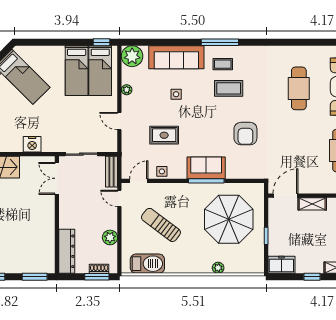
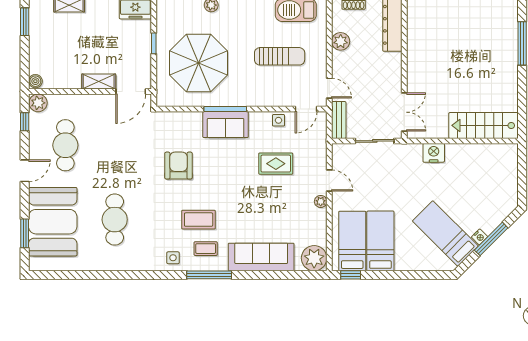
plant: (127, 90) -> (321, 201), moved
side table: (176, 94) -> (173, 258), moved
sun lounger: (161, 225) -> (280, 56), turned -37

